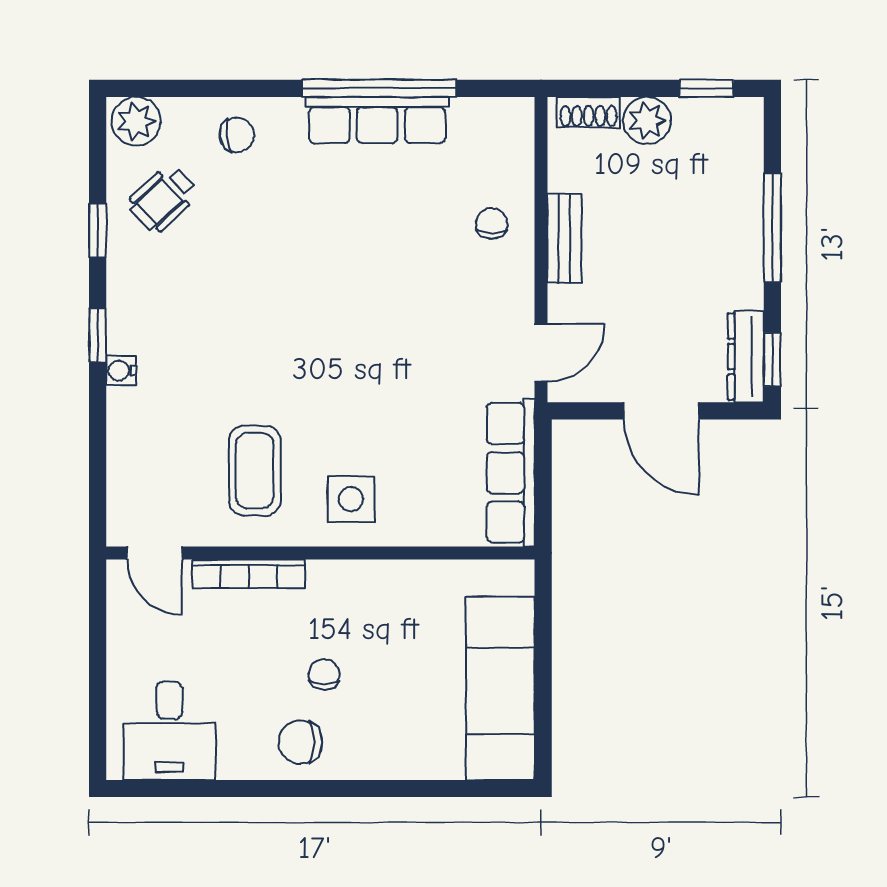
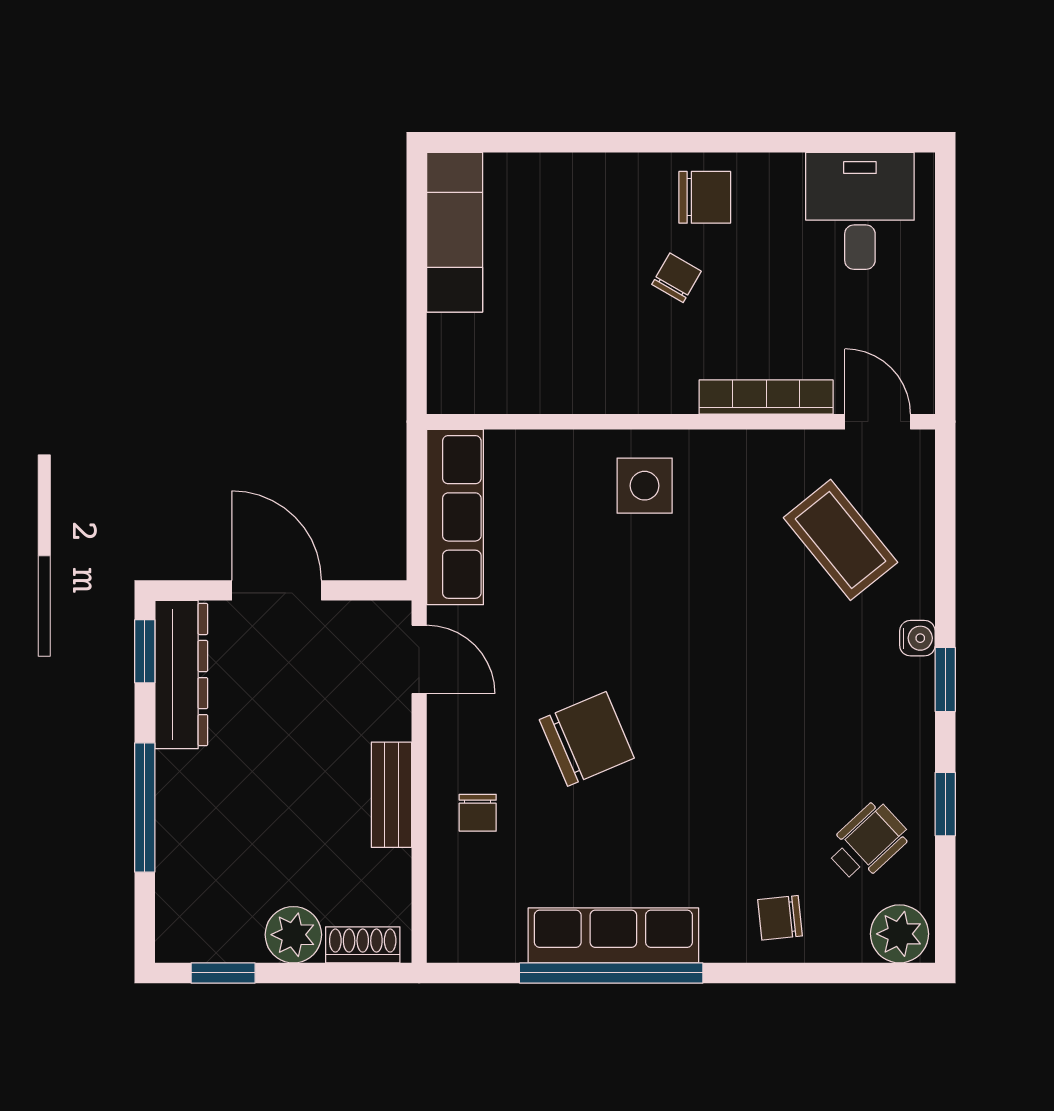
chair: (400, 286) -> (587, 739), added
door: (541, 353) -> (419, 659), swing flipped
dresser: (746, 357) -> (181, 675), width x1.37, depth x1.24
coffee table: (255, 471) -> (841, 540), moved, turned -39
chair: (324, 674) -> (677, 278), turned -150
exam couch: (500, 688) -> (455, 232), width x0.73, depth x0.69

